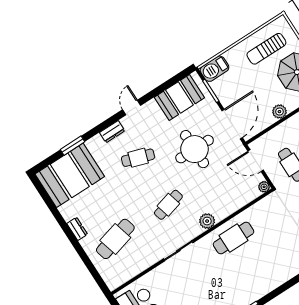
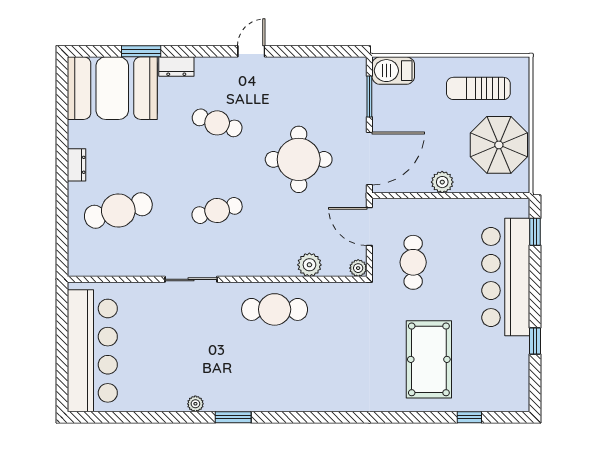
booth: (179, 97) -> (323, 79), removed
dresser: (112, 132) -> (176, 67), moved
plant: (207, 221) -> (309, 265), moved

